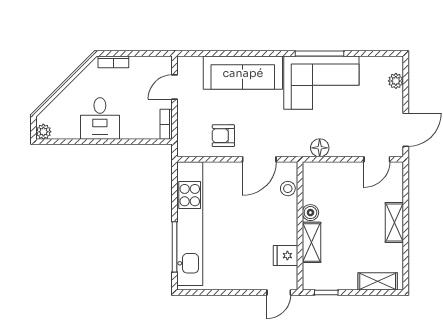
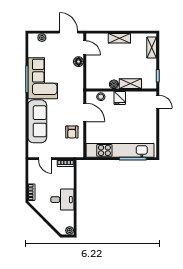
floor lamp: (320, 148) -> (79, 62), moved
fridge: (286, 256) -> (120, 98), moved

